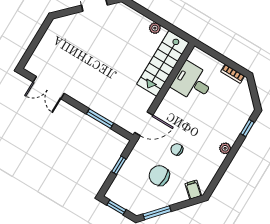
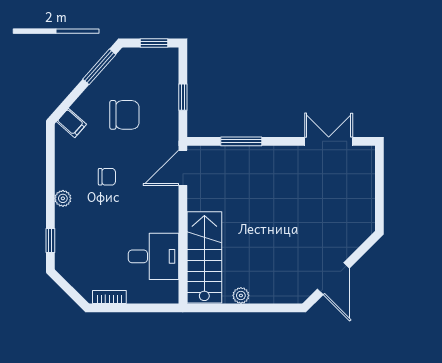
chair: (177, 149) -> (107, 177), moved

